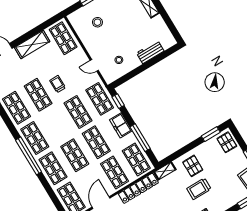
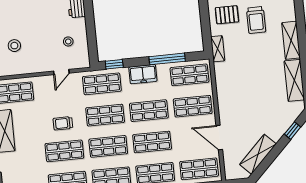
shop shelf: (56, 125) -> (108, 146), added
locker: (138, 188) -> (223, 88), removed

